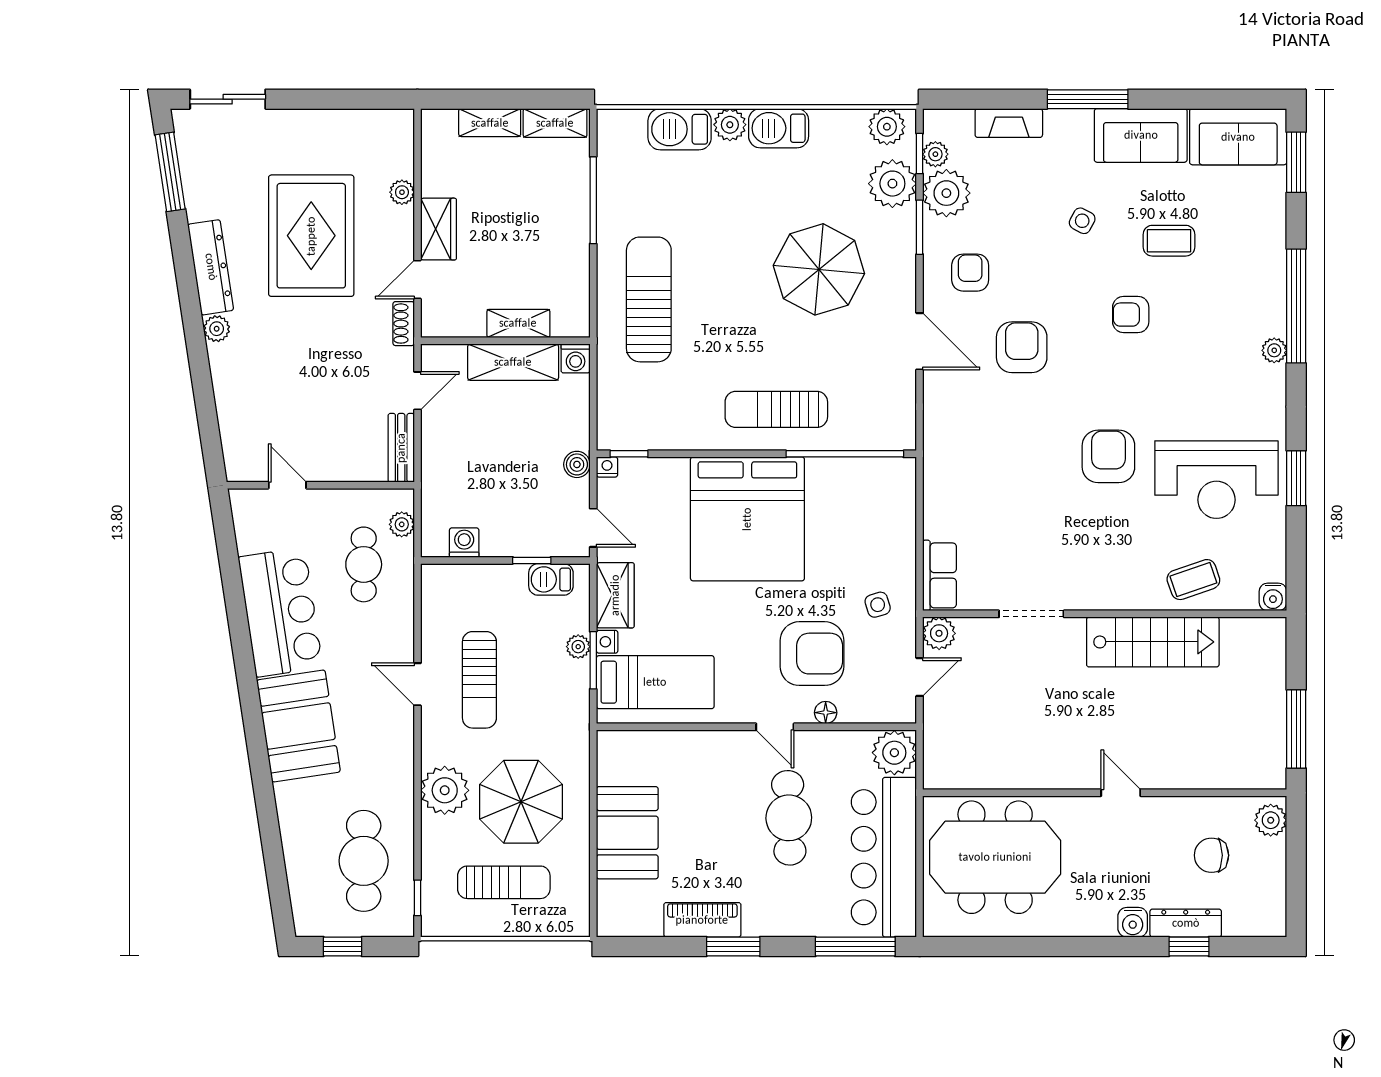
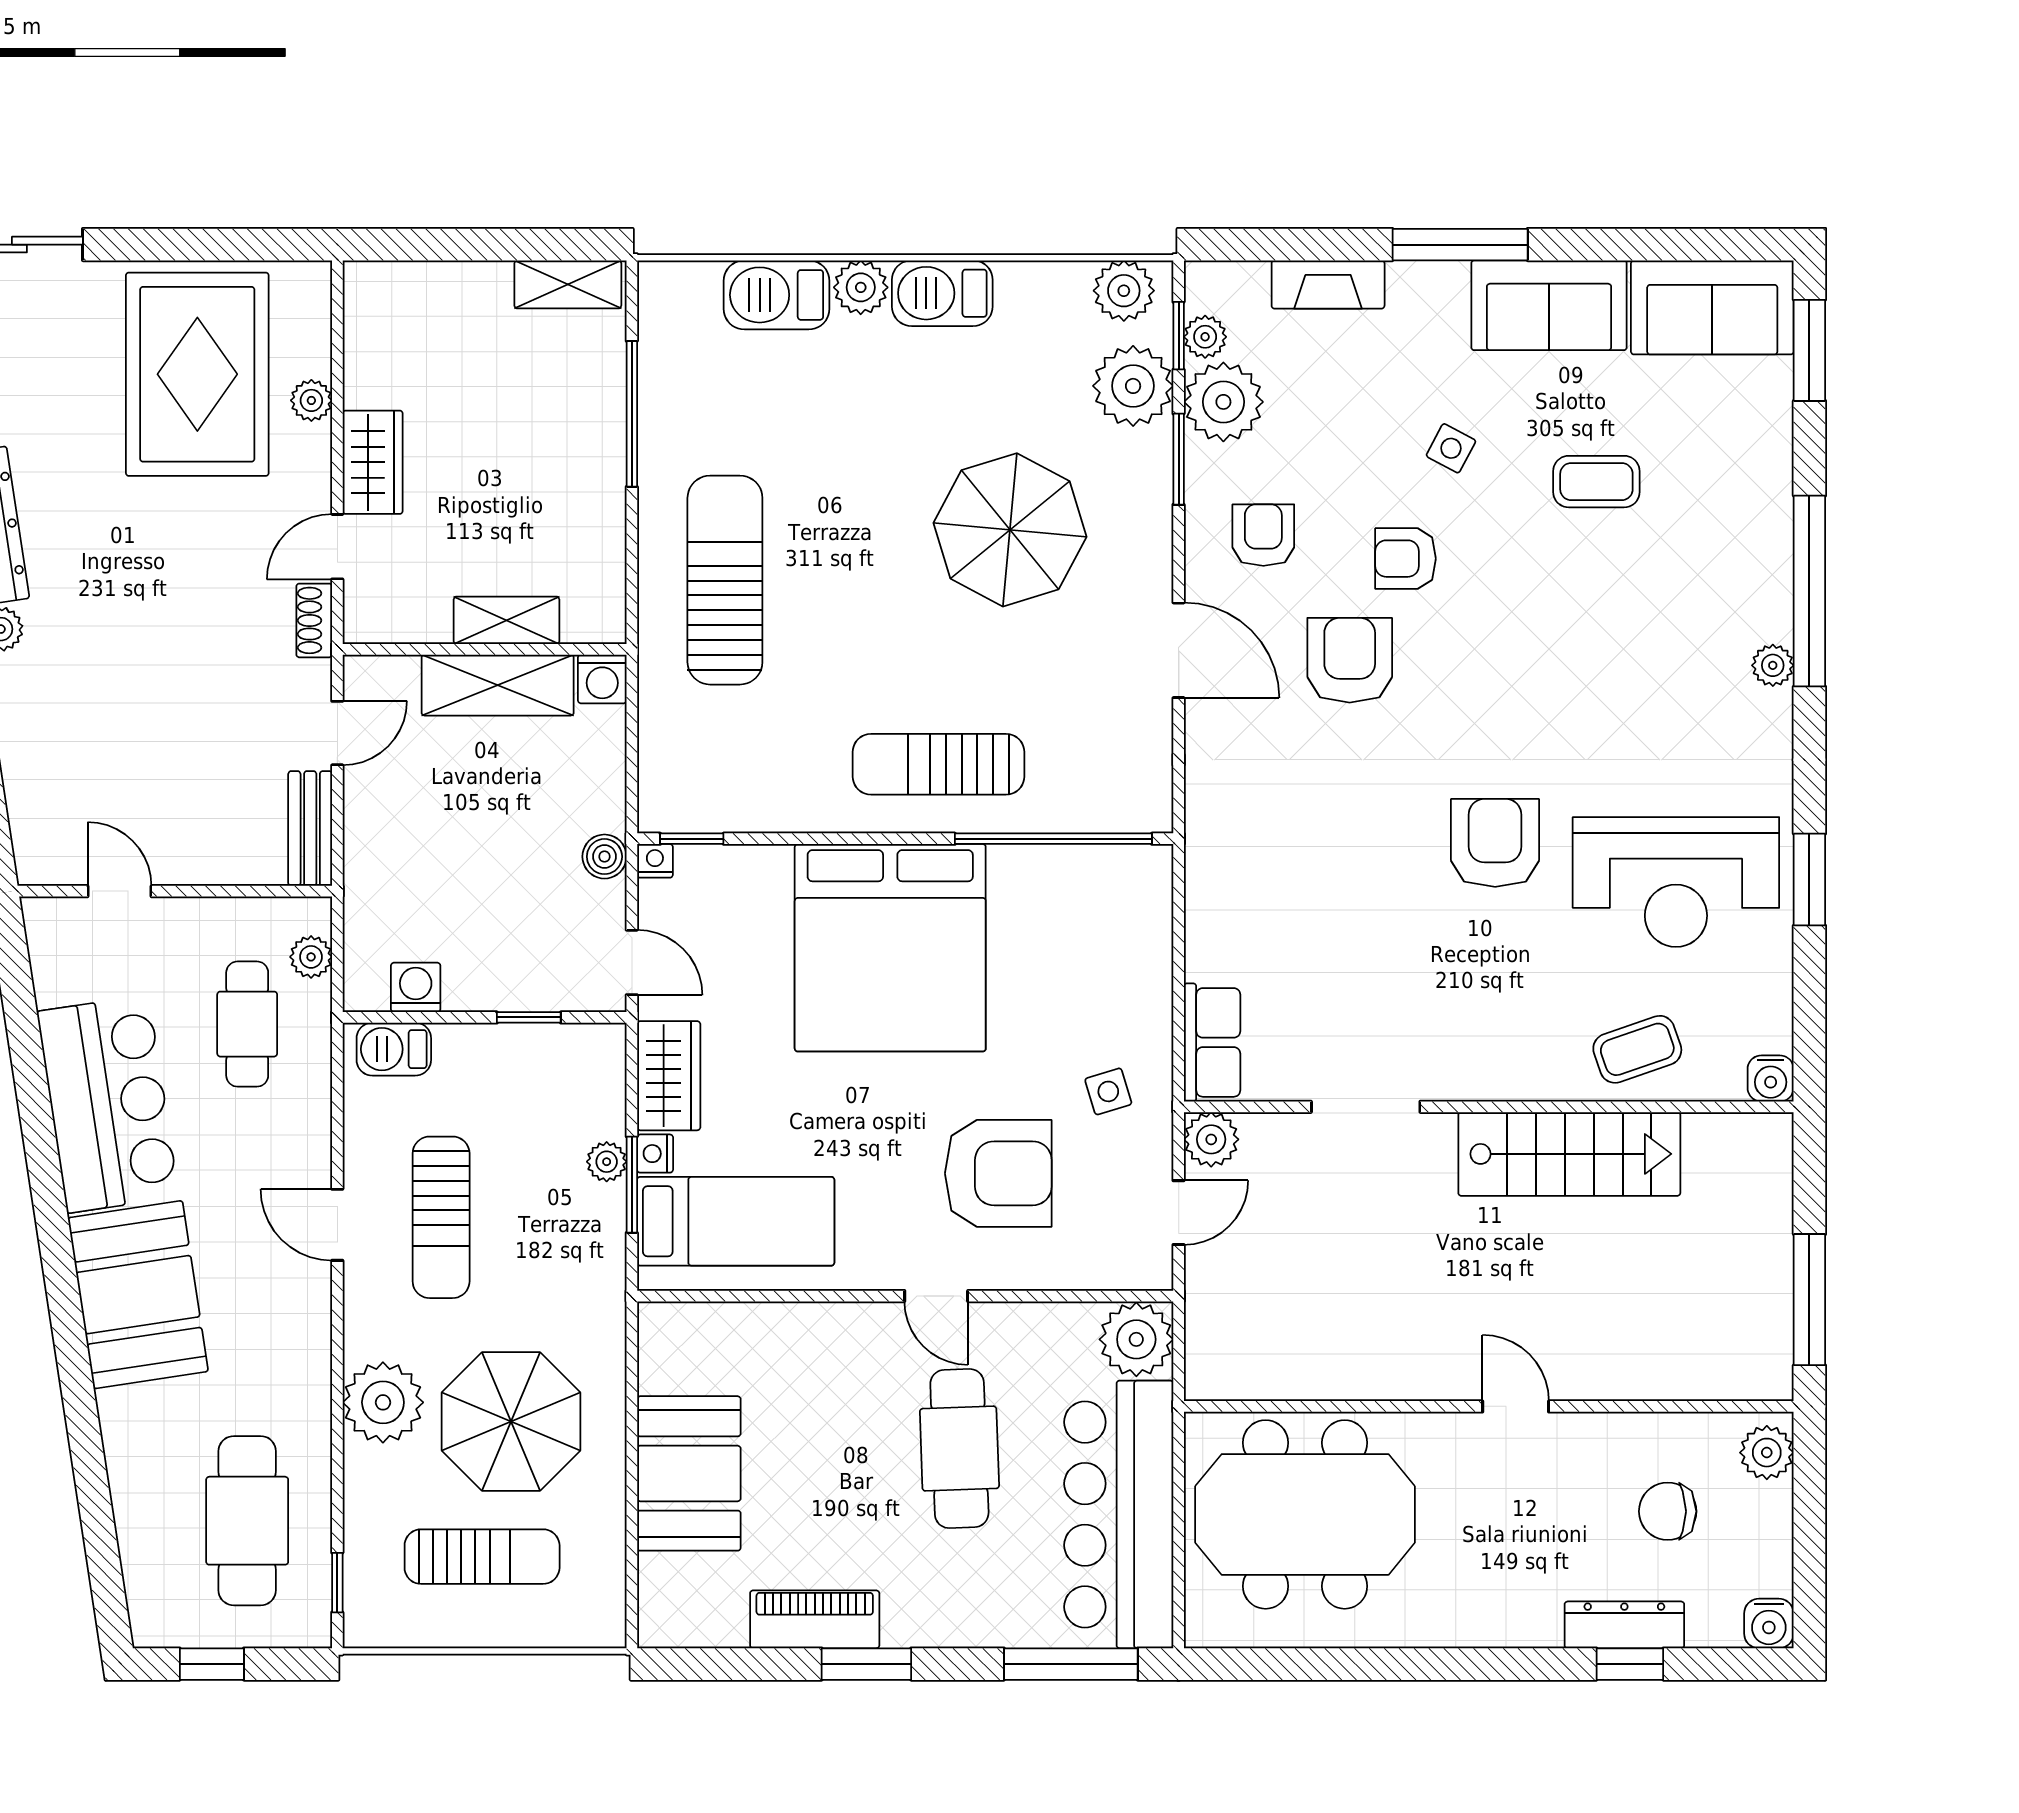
shelving: (490, 123) -> (458, 284), removed
rug: (311, 236) -> (197, 374), moved
armchair: (1131, 315) -> (1406, 559), moved
barbecue: (551, 579) -> (394, 1049), moved
floor lamp: (826, 713) -> (1021, 1272), removed
water cooler: (1133, 922) -> (1769, 1624), moved

